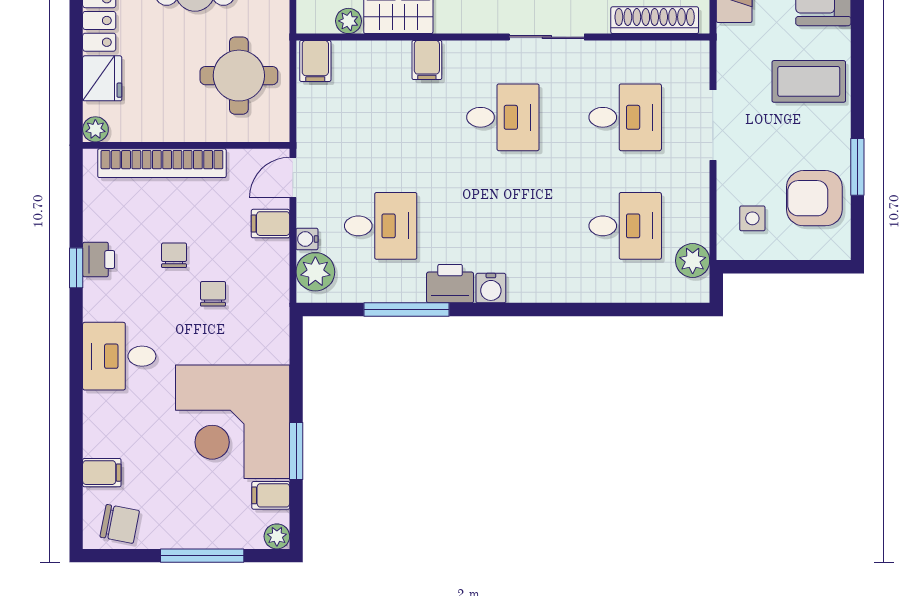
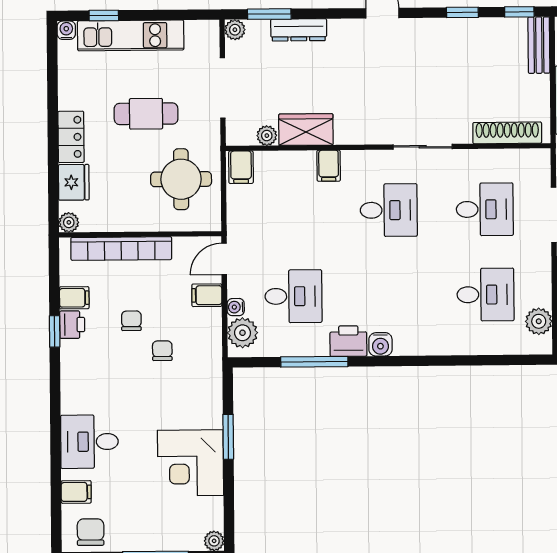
desk: (119, 356) -> (89, 442), moved
corner desk: (233, 422) -> (190, 463), width x0.74, depth x0.74
window: (296, 451) -> (228, 437), moved
filing cabinet: (271, 495) -> (74, 298), moved, turned 180
chair: (120, 524) -> (91, 532), turned -101

